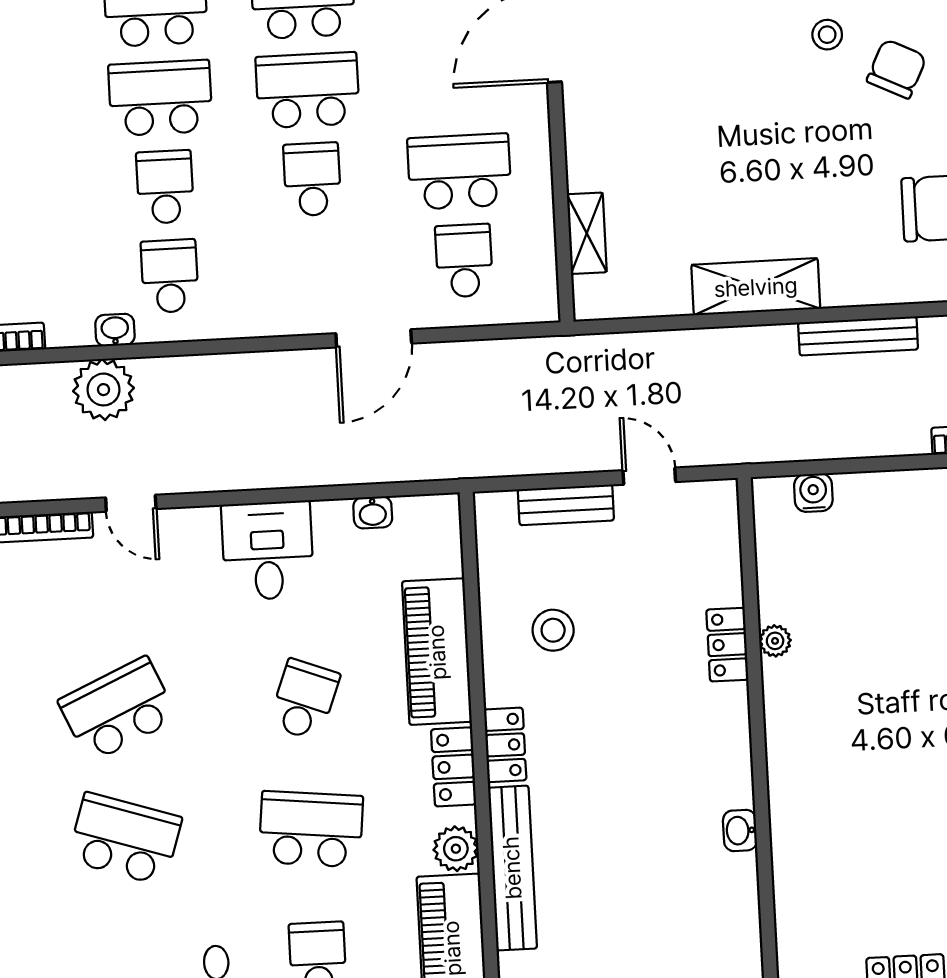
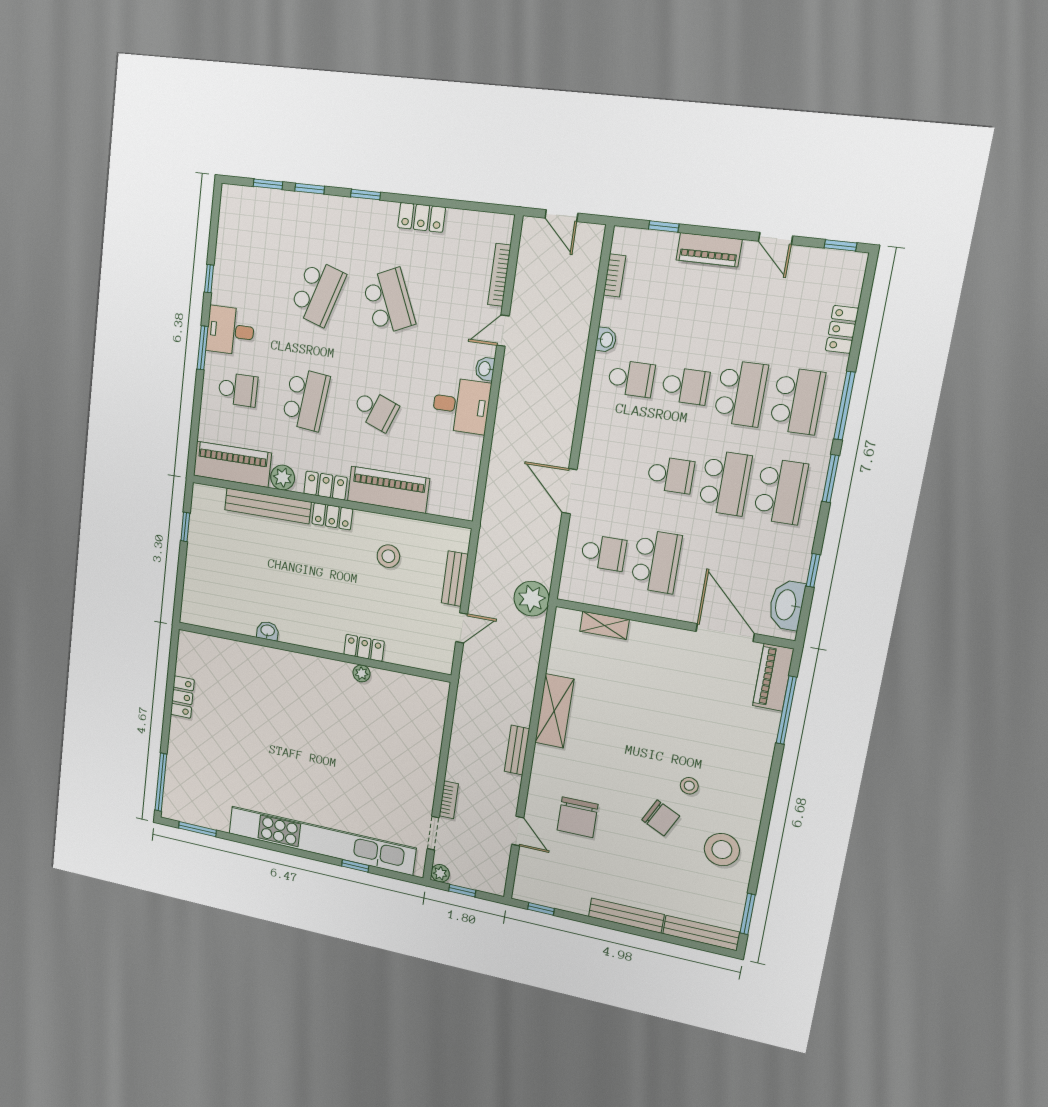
bench: (858, 336) -> (517, 750), width x0.73
plant: (103, 390) -> (532, 599), moved
water cooler: (813, 493) -> (436, 713), removed
washbasin: (373, 512) -> (485, 369), moved

